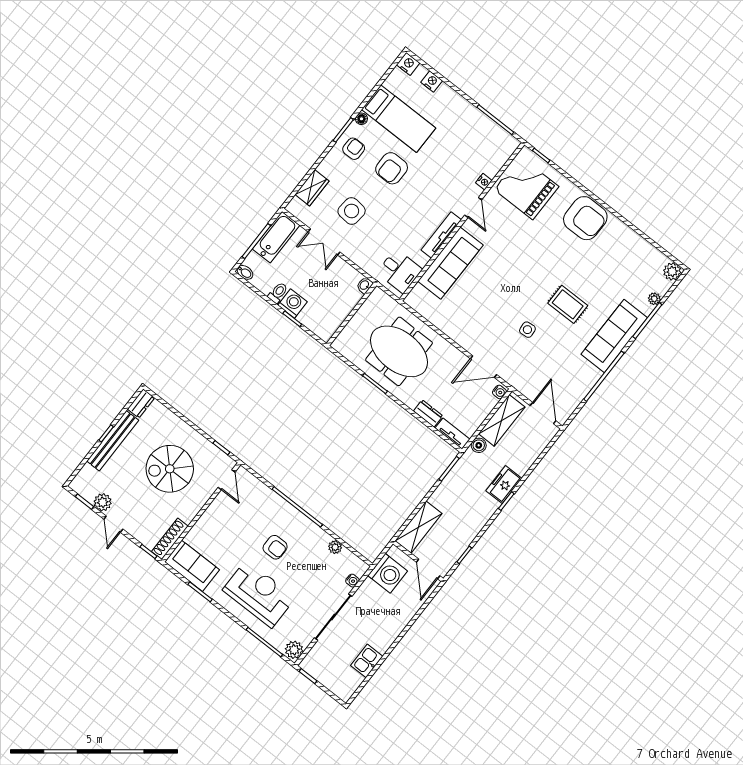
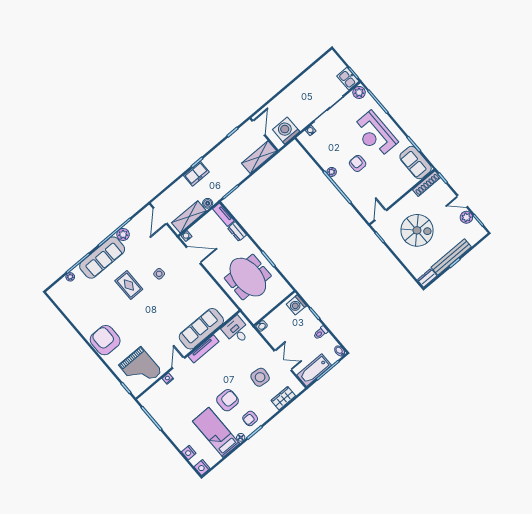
plant: (672, 271) -> (123, 234), moved
washing machine: (293, 303) -> (296, 305), moved
door: (113, 524) -> (462, 201), swing flipped
plant: (335, 547) -> (332, 172), moved
kitchen sink: (367, 661) -> (348, 79), moved, turned 90

